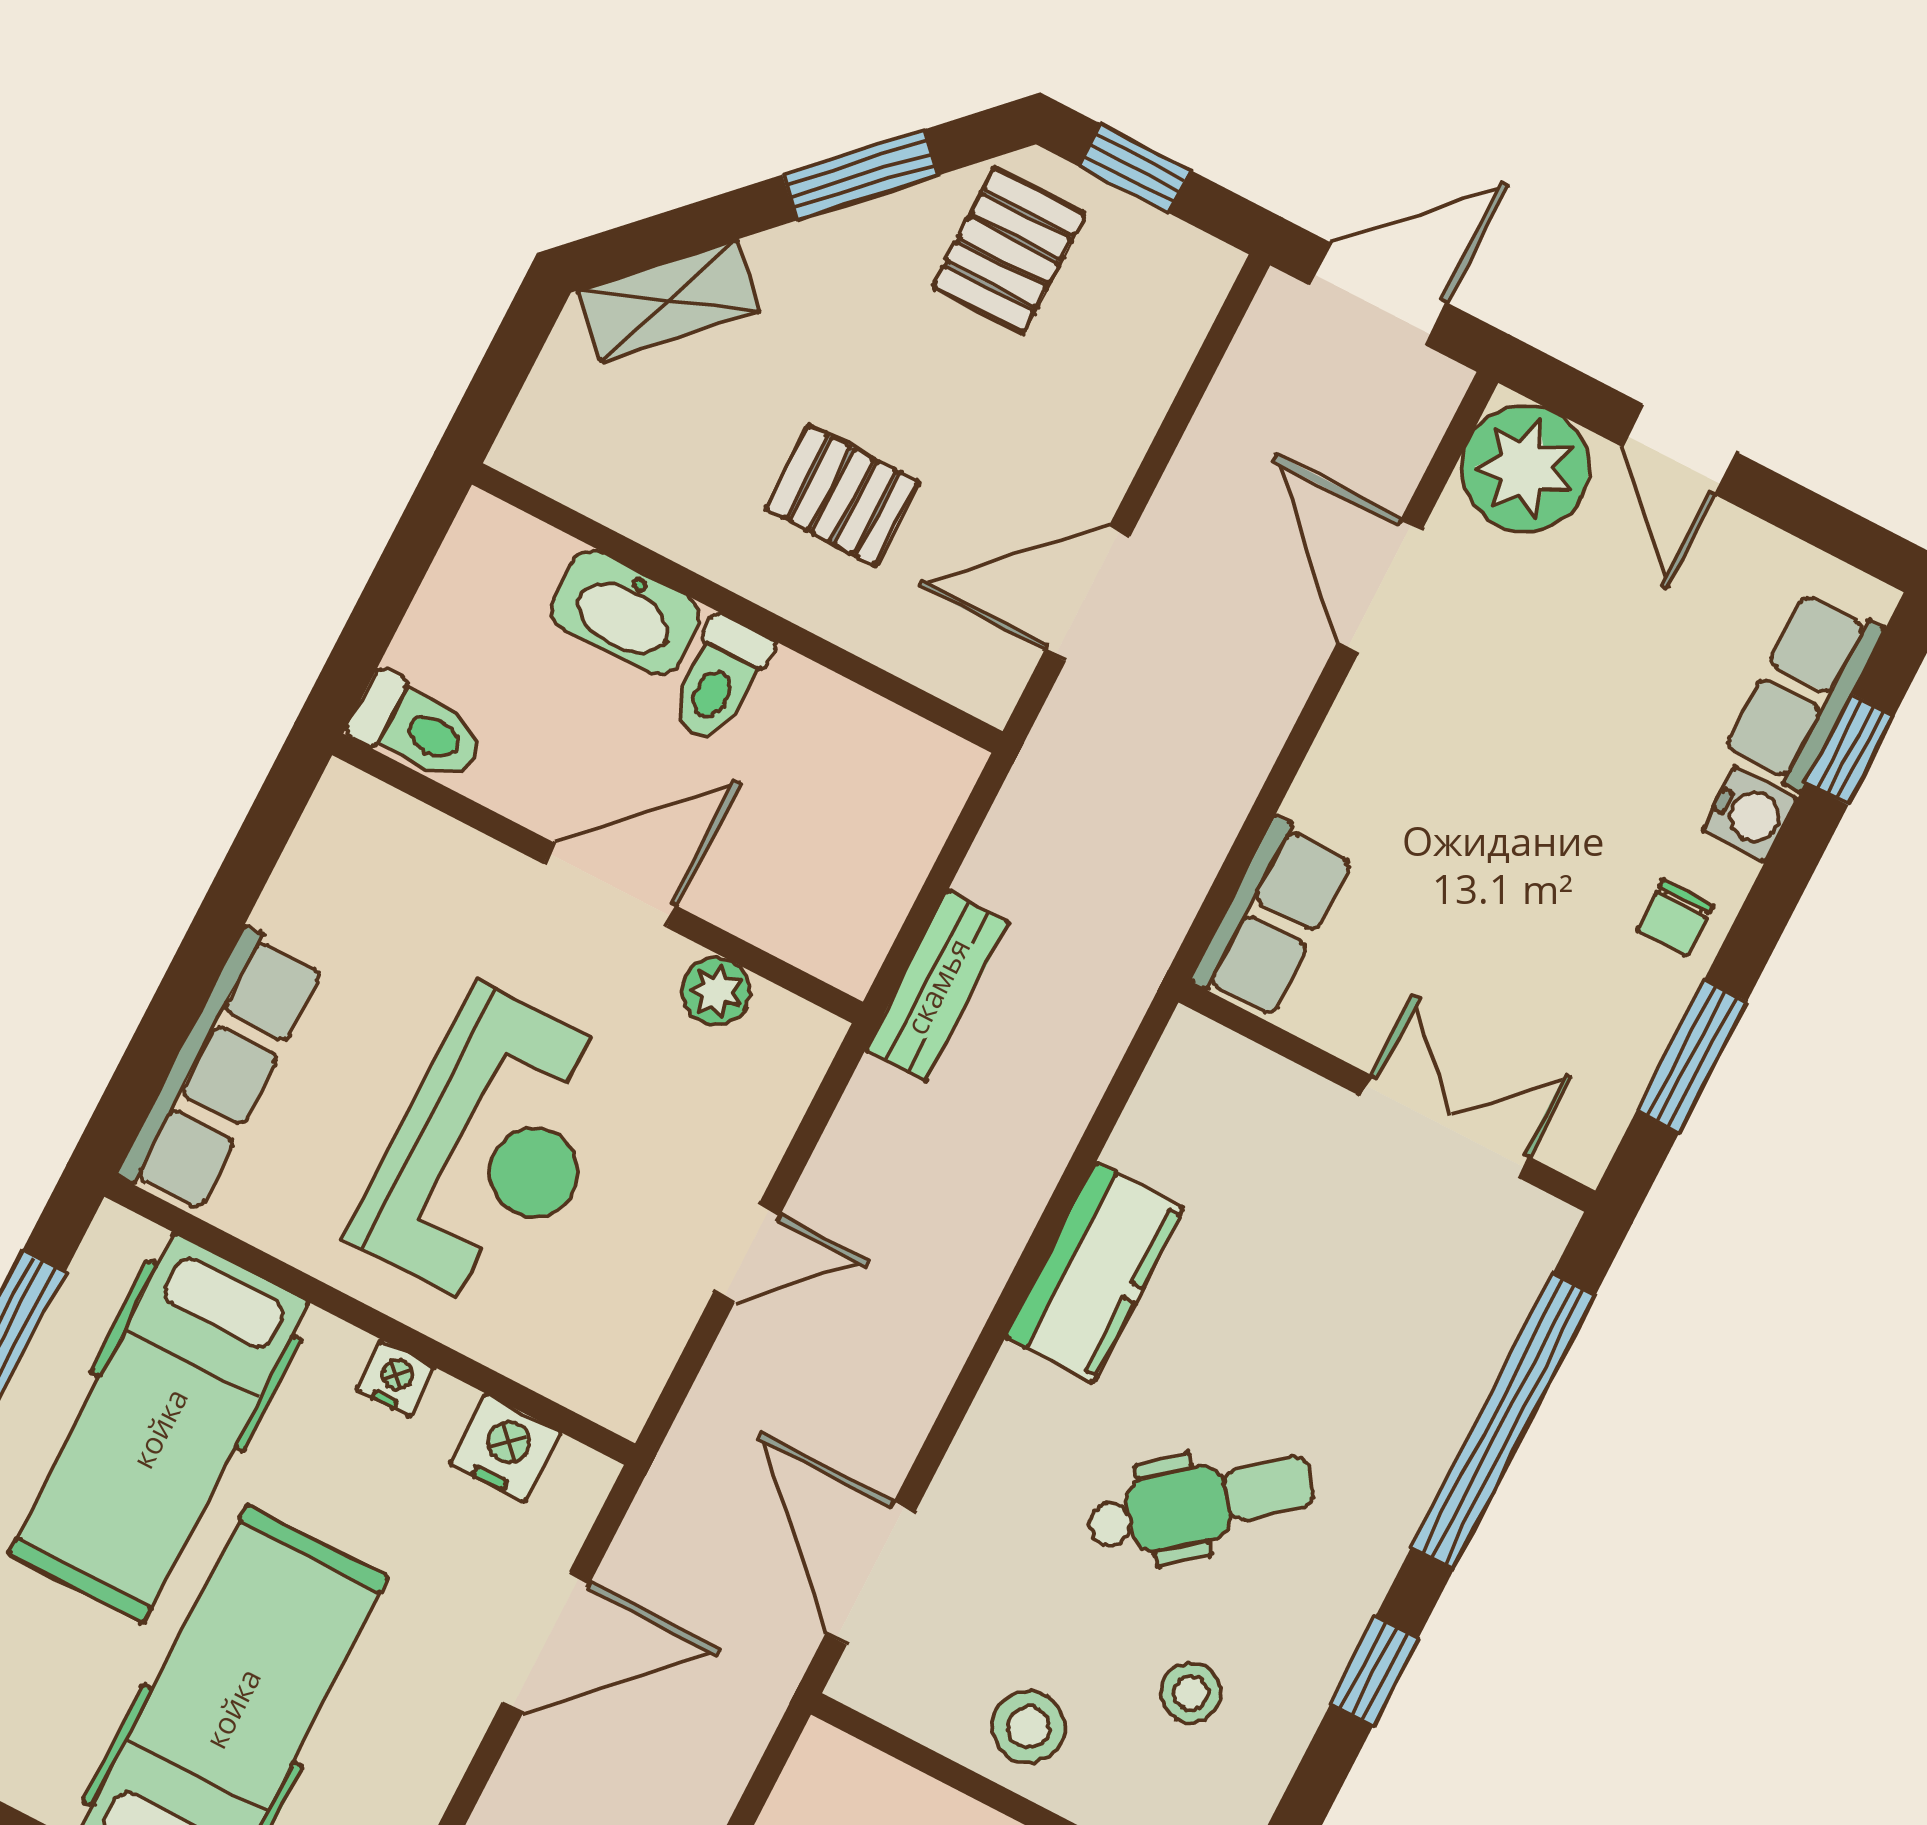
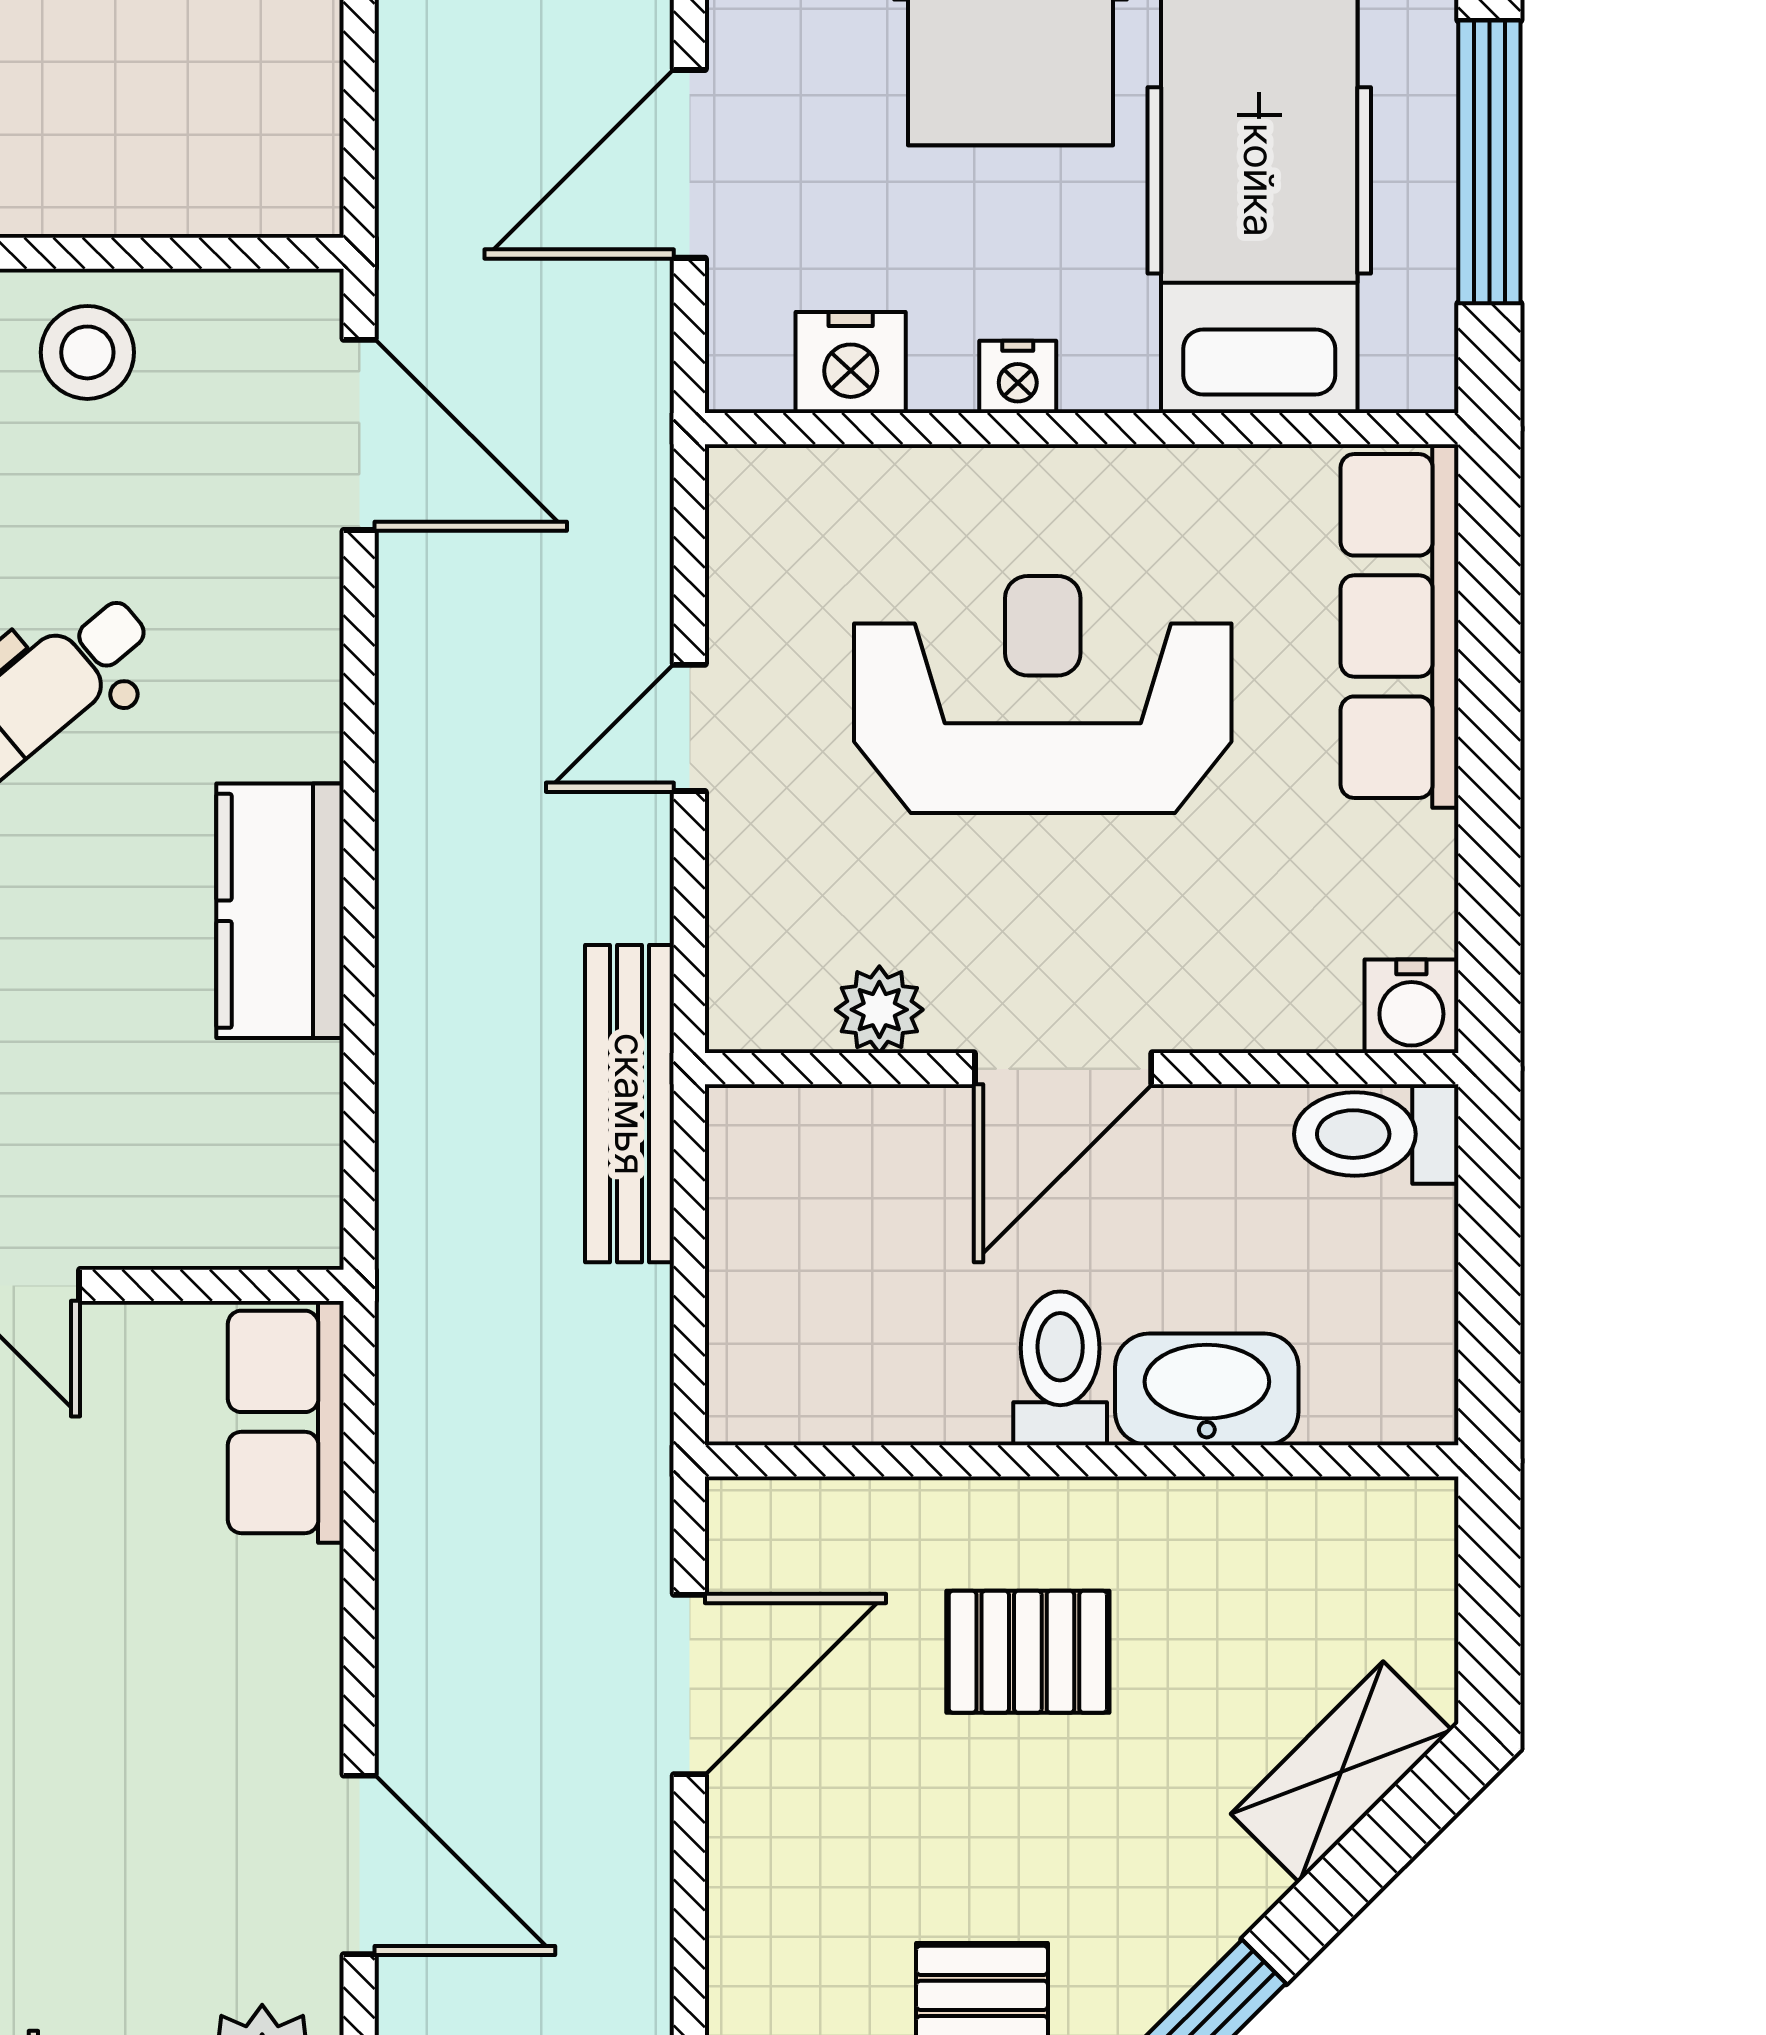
water cooler: (348, 804) -> (1411, 1006), added
bench: (937, 986) -> (630, 1104), width x1.36
reception desk: (491, 1150) -> (1043, 695), turned 90

